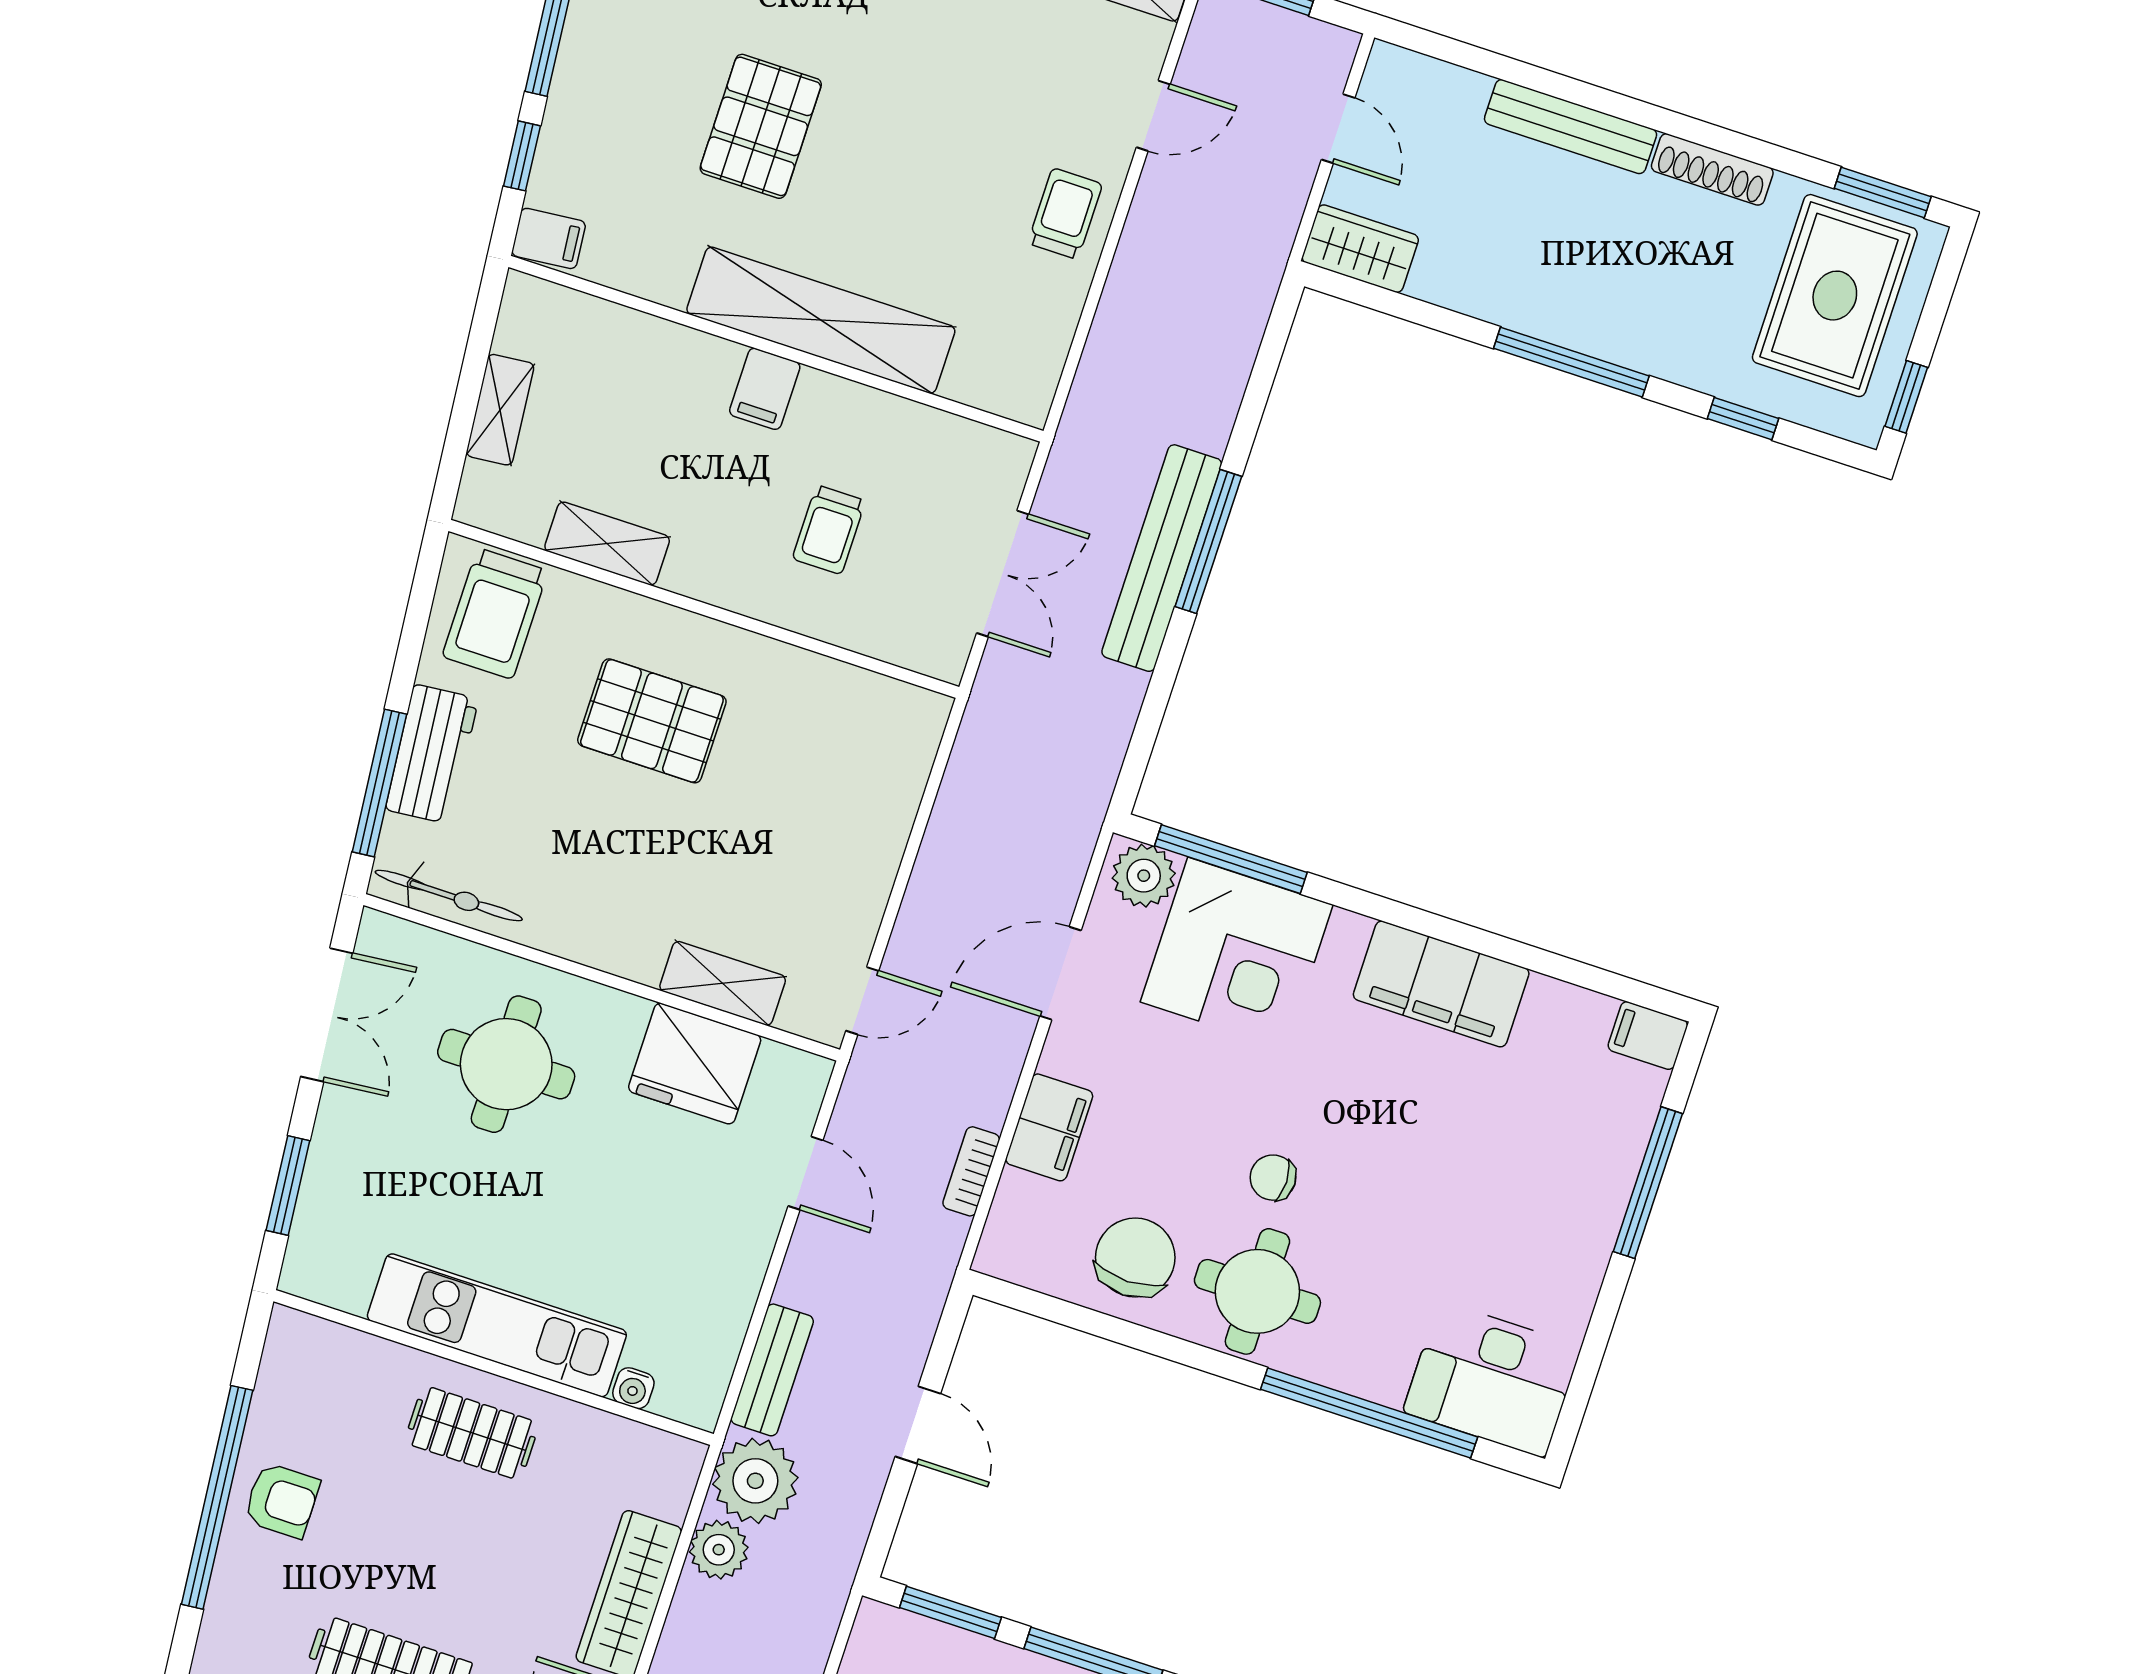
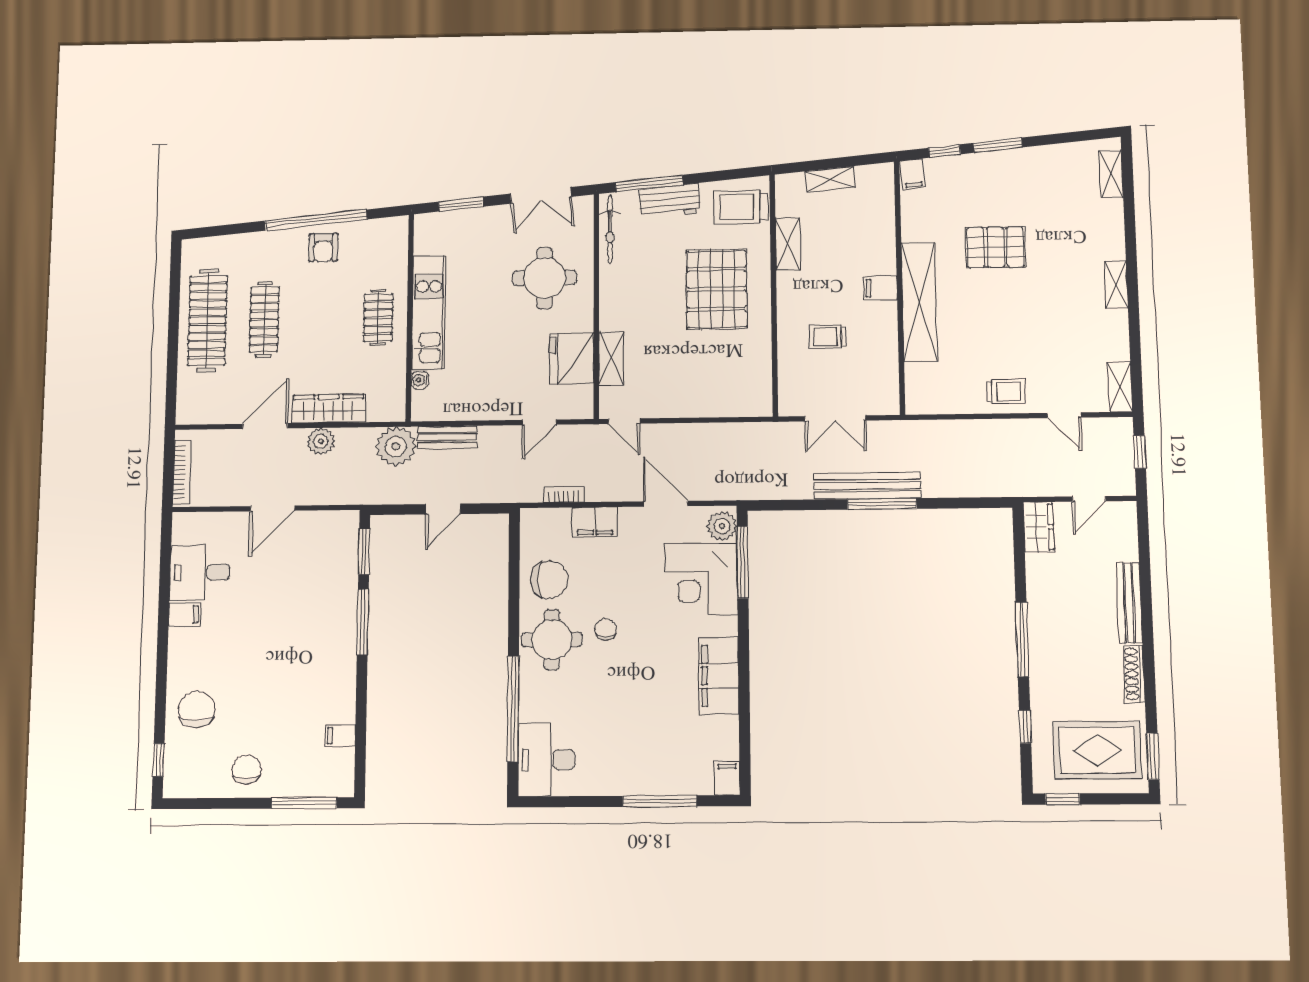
pallet: (652, 721) -> (717, 289), width x1.37, depth x1.41
plant: (719, 1550) -> (321, 441), moved

